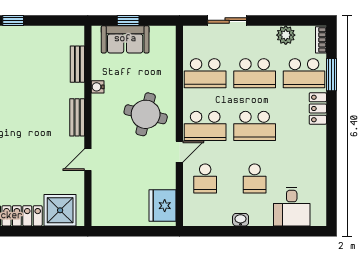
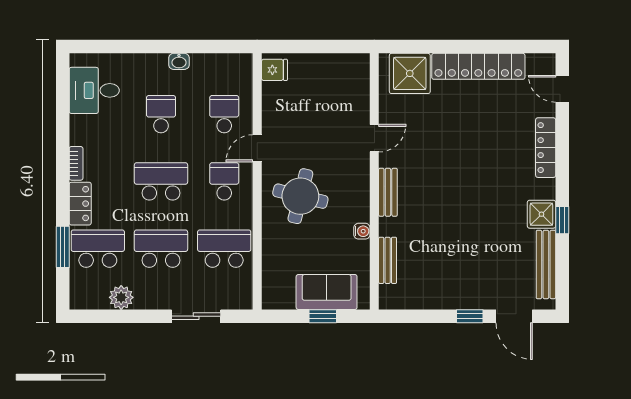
bookcase: (321, 40) -> (76, 163), moved
school desk: (205, 126) -> (224, 181), width x0.54
fridge: (163, 206) -> (274, 70), width x0.53, depth x0.75
desk: (292, 207) -> (94, 90), moved, turned -90

